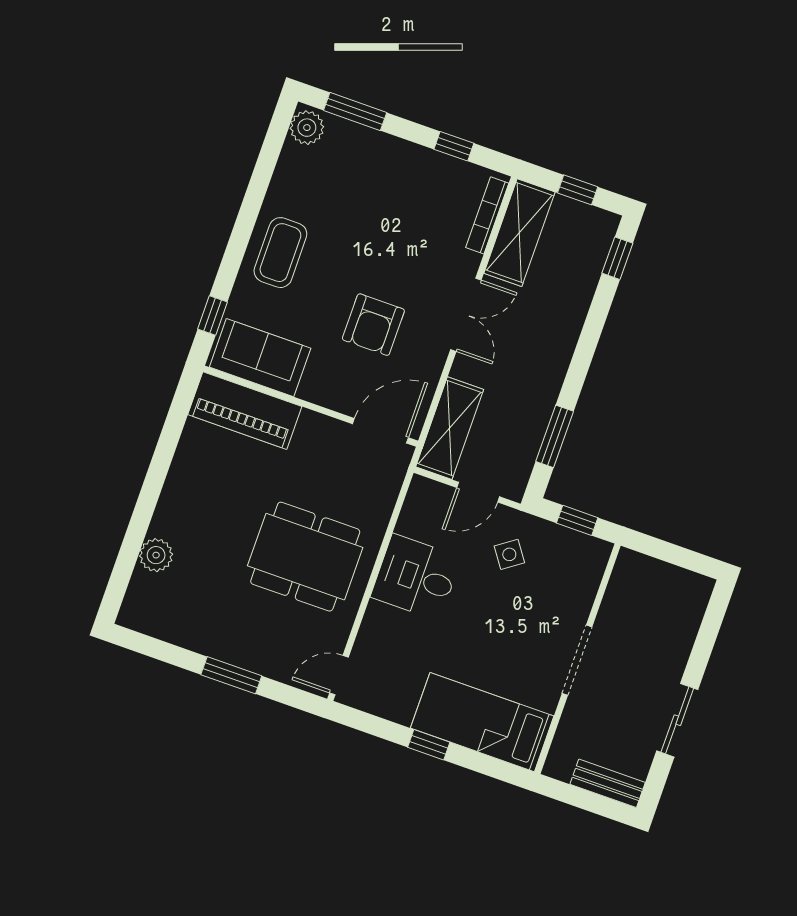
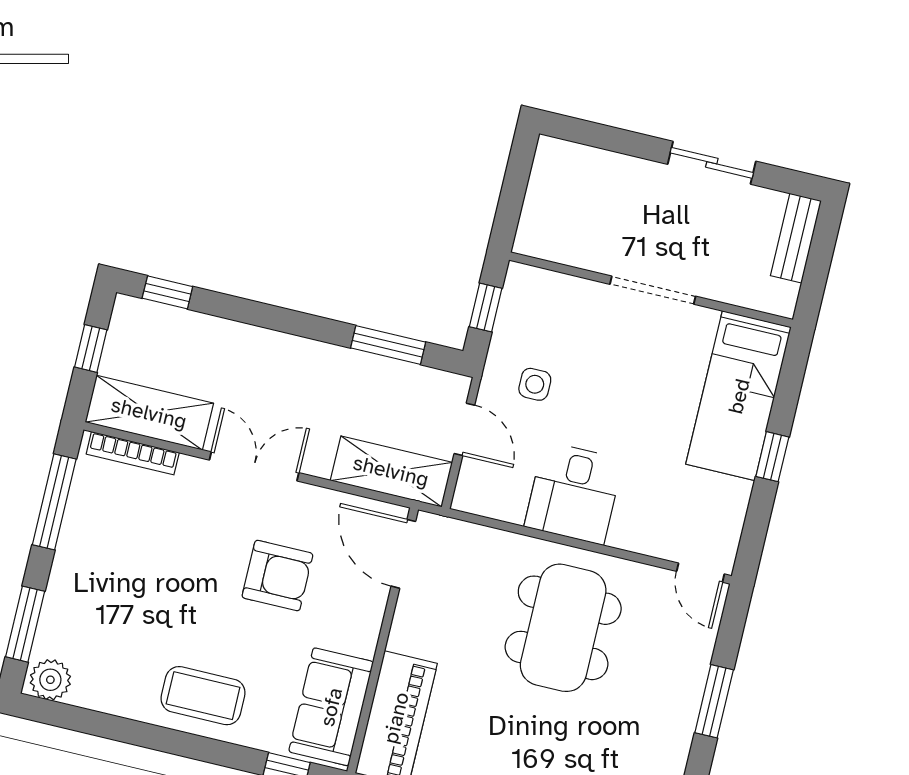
window: (454, 146) -> (54, 502), width x2.17
side table: (509, 554) -> (535, 384), turned 35

